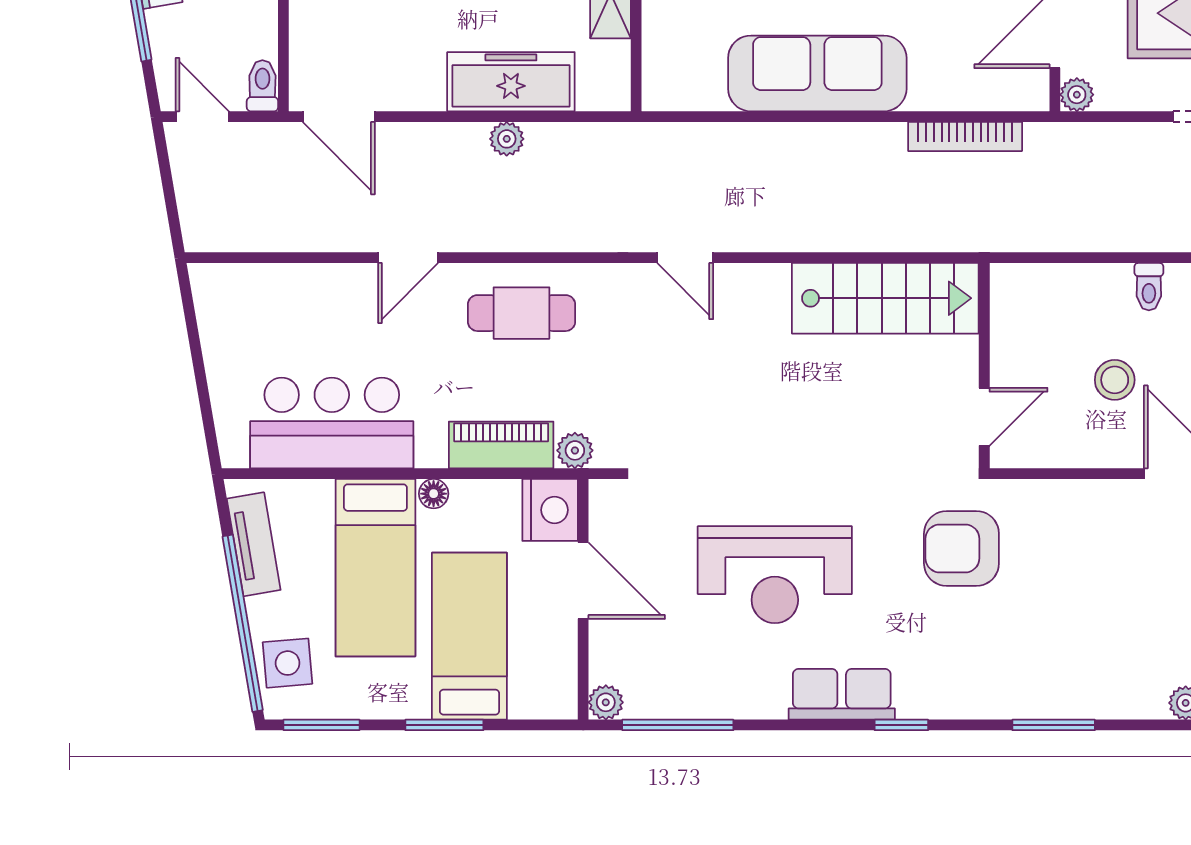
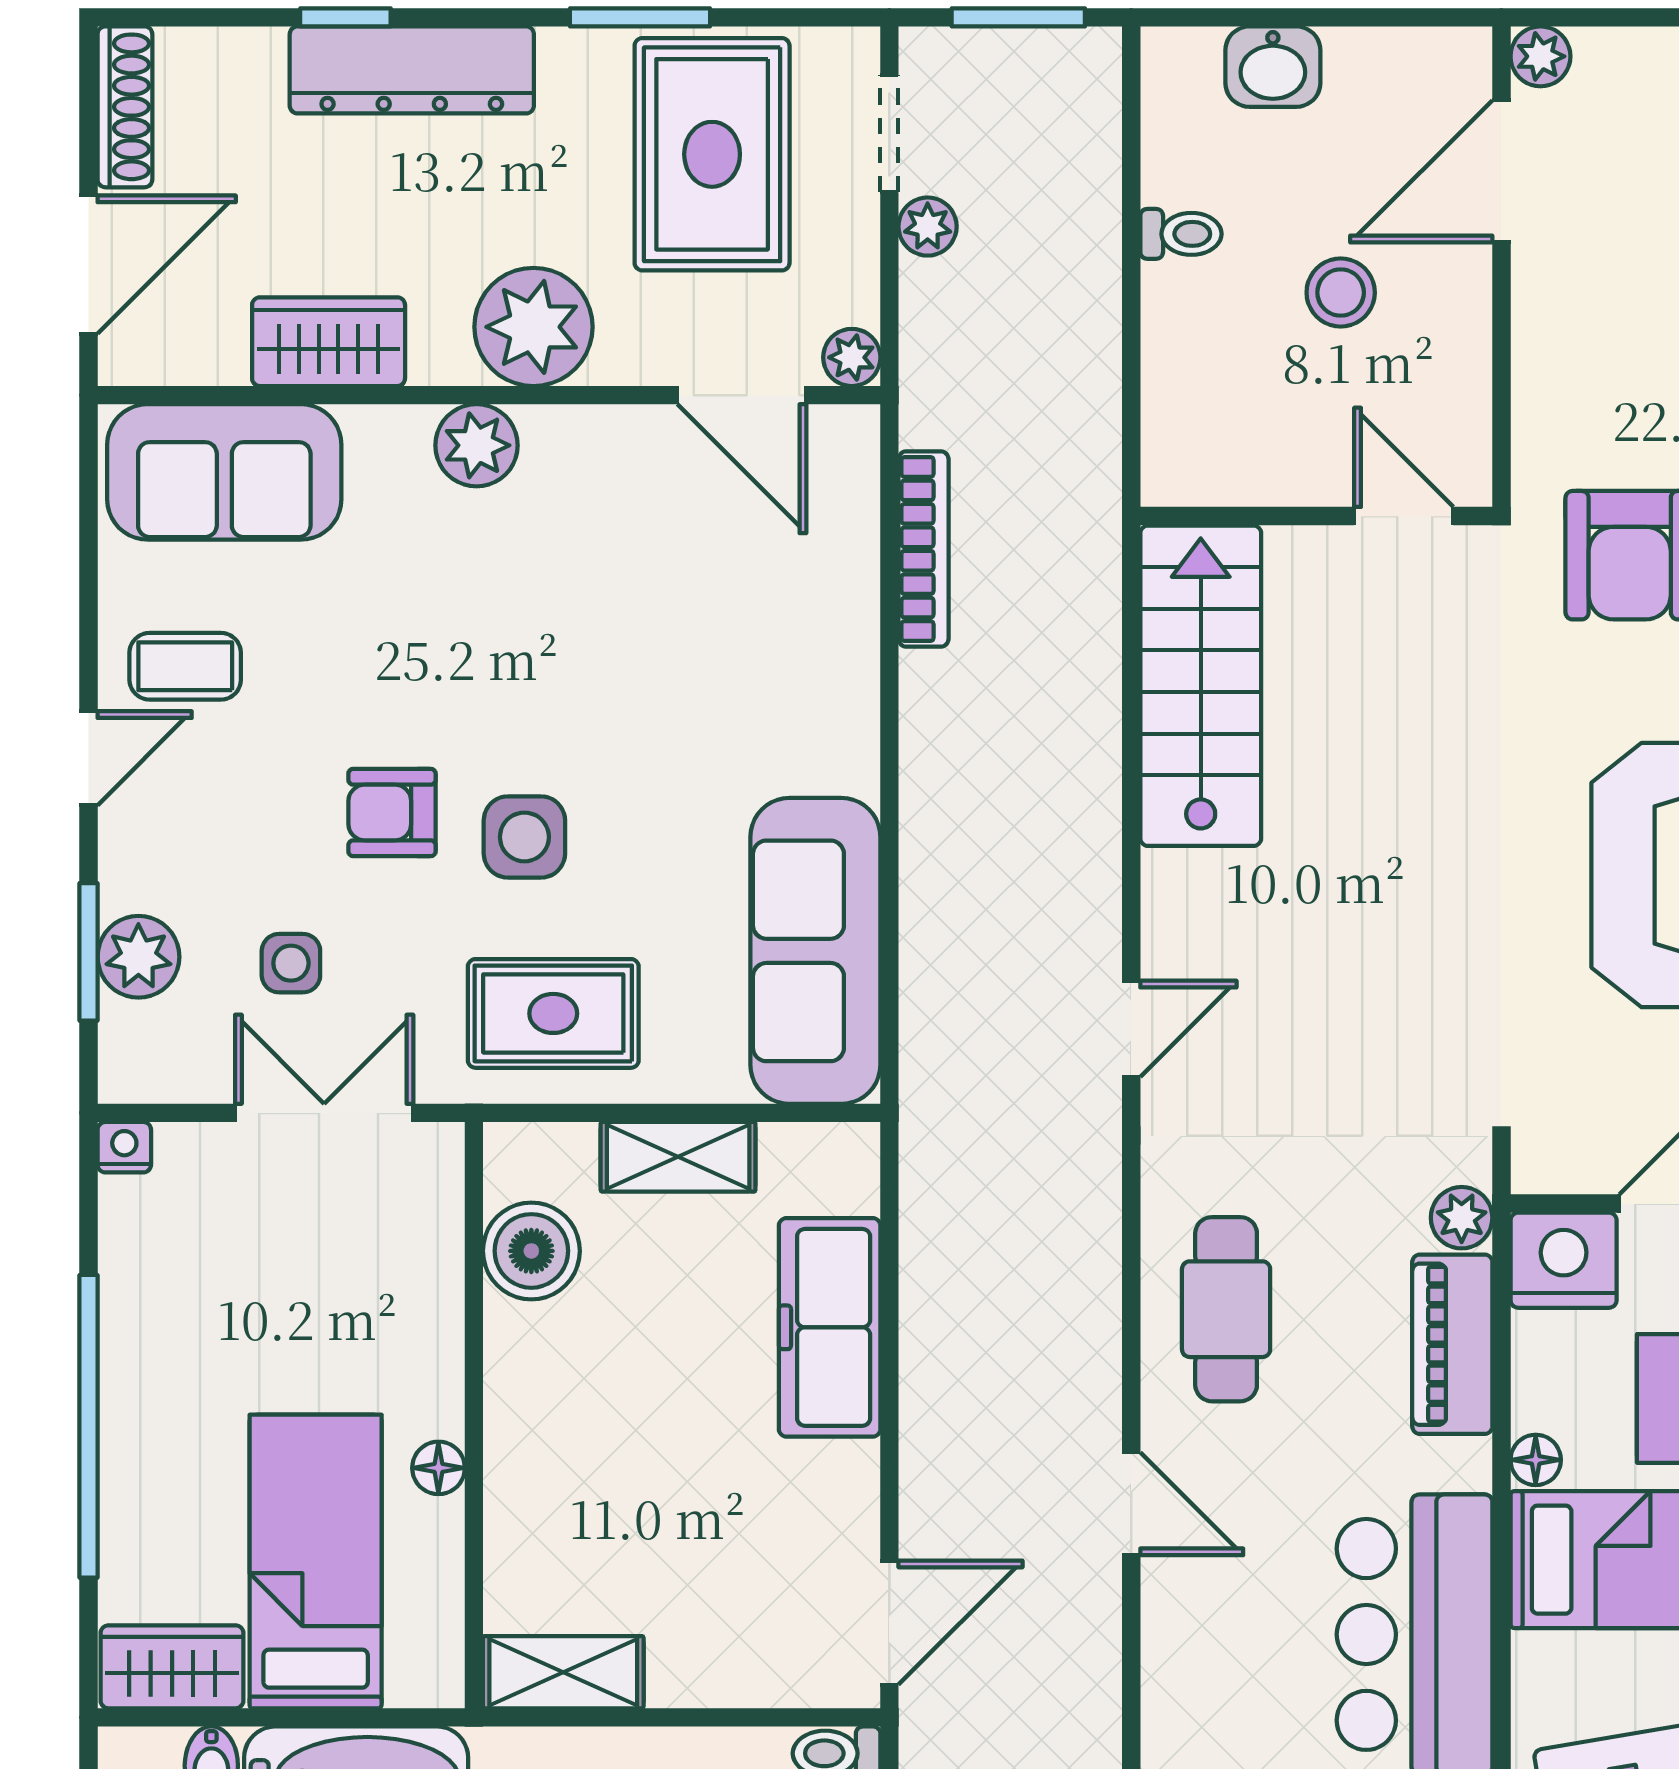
sofa: (817, 73) -> (815, 951), moved
plant: (507, 139) -> (928, 227), moved

